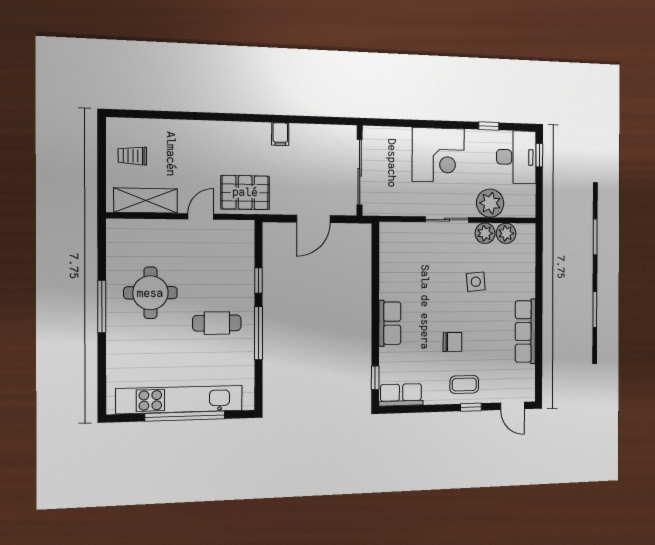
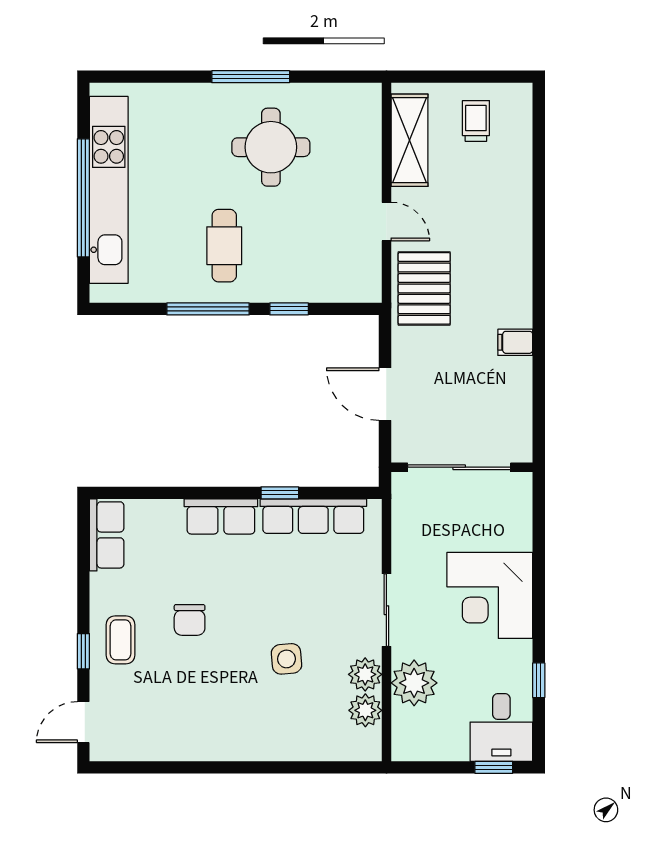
desk: (516, 157) -> (501, 727), width x0.73
row of seats: (525, 331) -> (313, 516), moved, turned 180
window: (375, 378) -> (280, 493), moved

